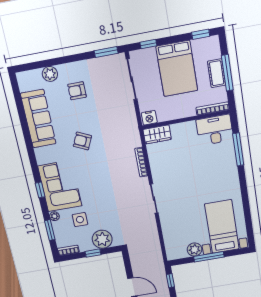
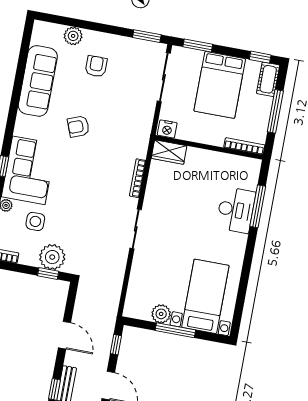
window: (148, 44) -> (198, 46), width x1.50
cot: (217, 73) -> (268, 79), moved
armchair: (77, 91) -> (96, 66), turned 90
desk: (215, 130) -> (236, 210), moved, turned 90
armchair: (82, 141) -> (78, 126), turned -46
window: (93, 253) -> (48, 274), moved

